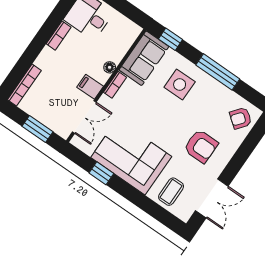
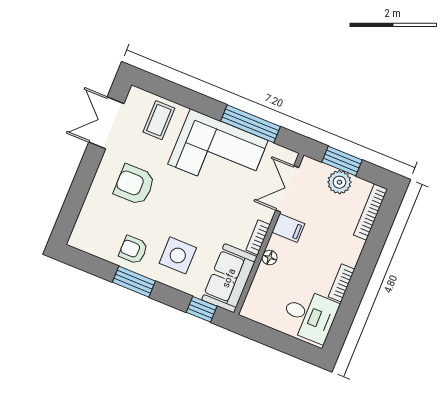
window: (218, 72) -> (134, 282), width x0.69
plant: (43, 113) -> (339, 182), added
armchair: (241, 118) -> (133, 250), moved, turned -128
window: (101, 173) -> (251, 124), width x2.17

